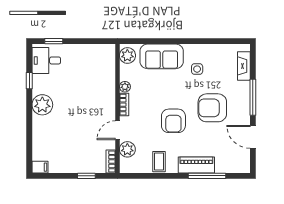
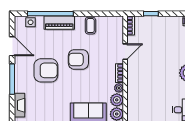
side table: (197, 69) -> (31, 22), moved
armchair: (173, 121) -> (78, 59), turned -90
plant: (127, 149) -> (117, 100), moved
window: (207, 176) -> (50, 14), width x1.46

